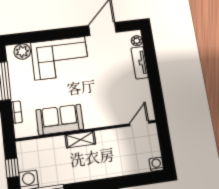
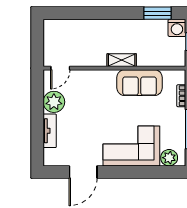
plant: (137, 41) -> (54, 102), moved, width x1.88, depth x1.88
washing machine: (156, 164) -> (50, 26), removed

